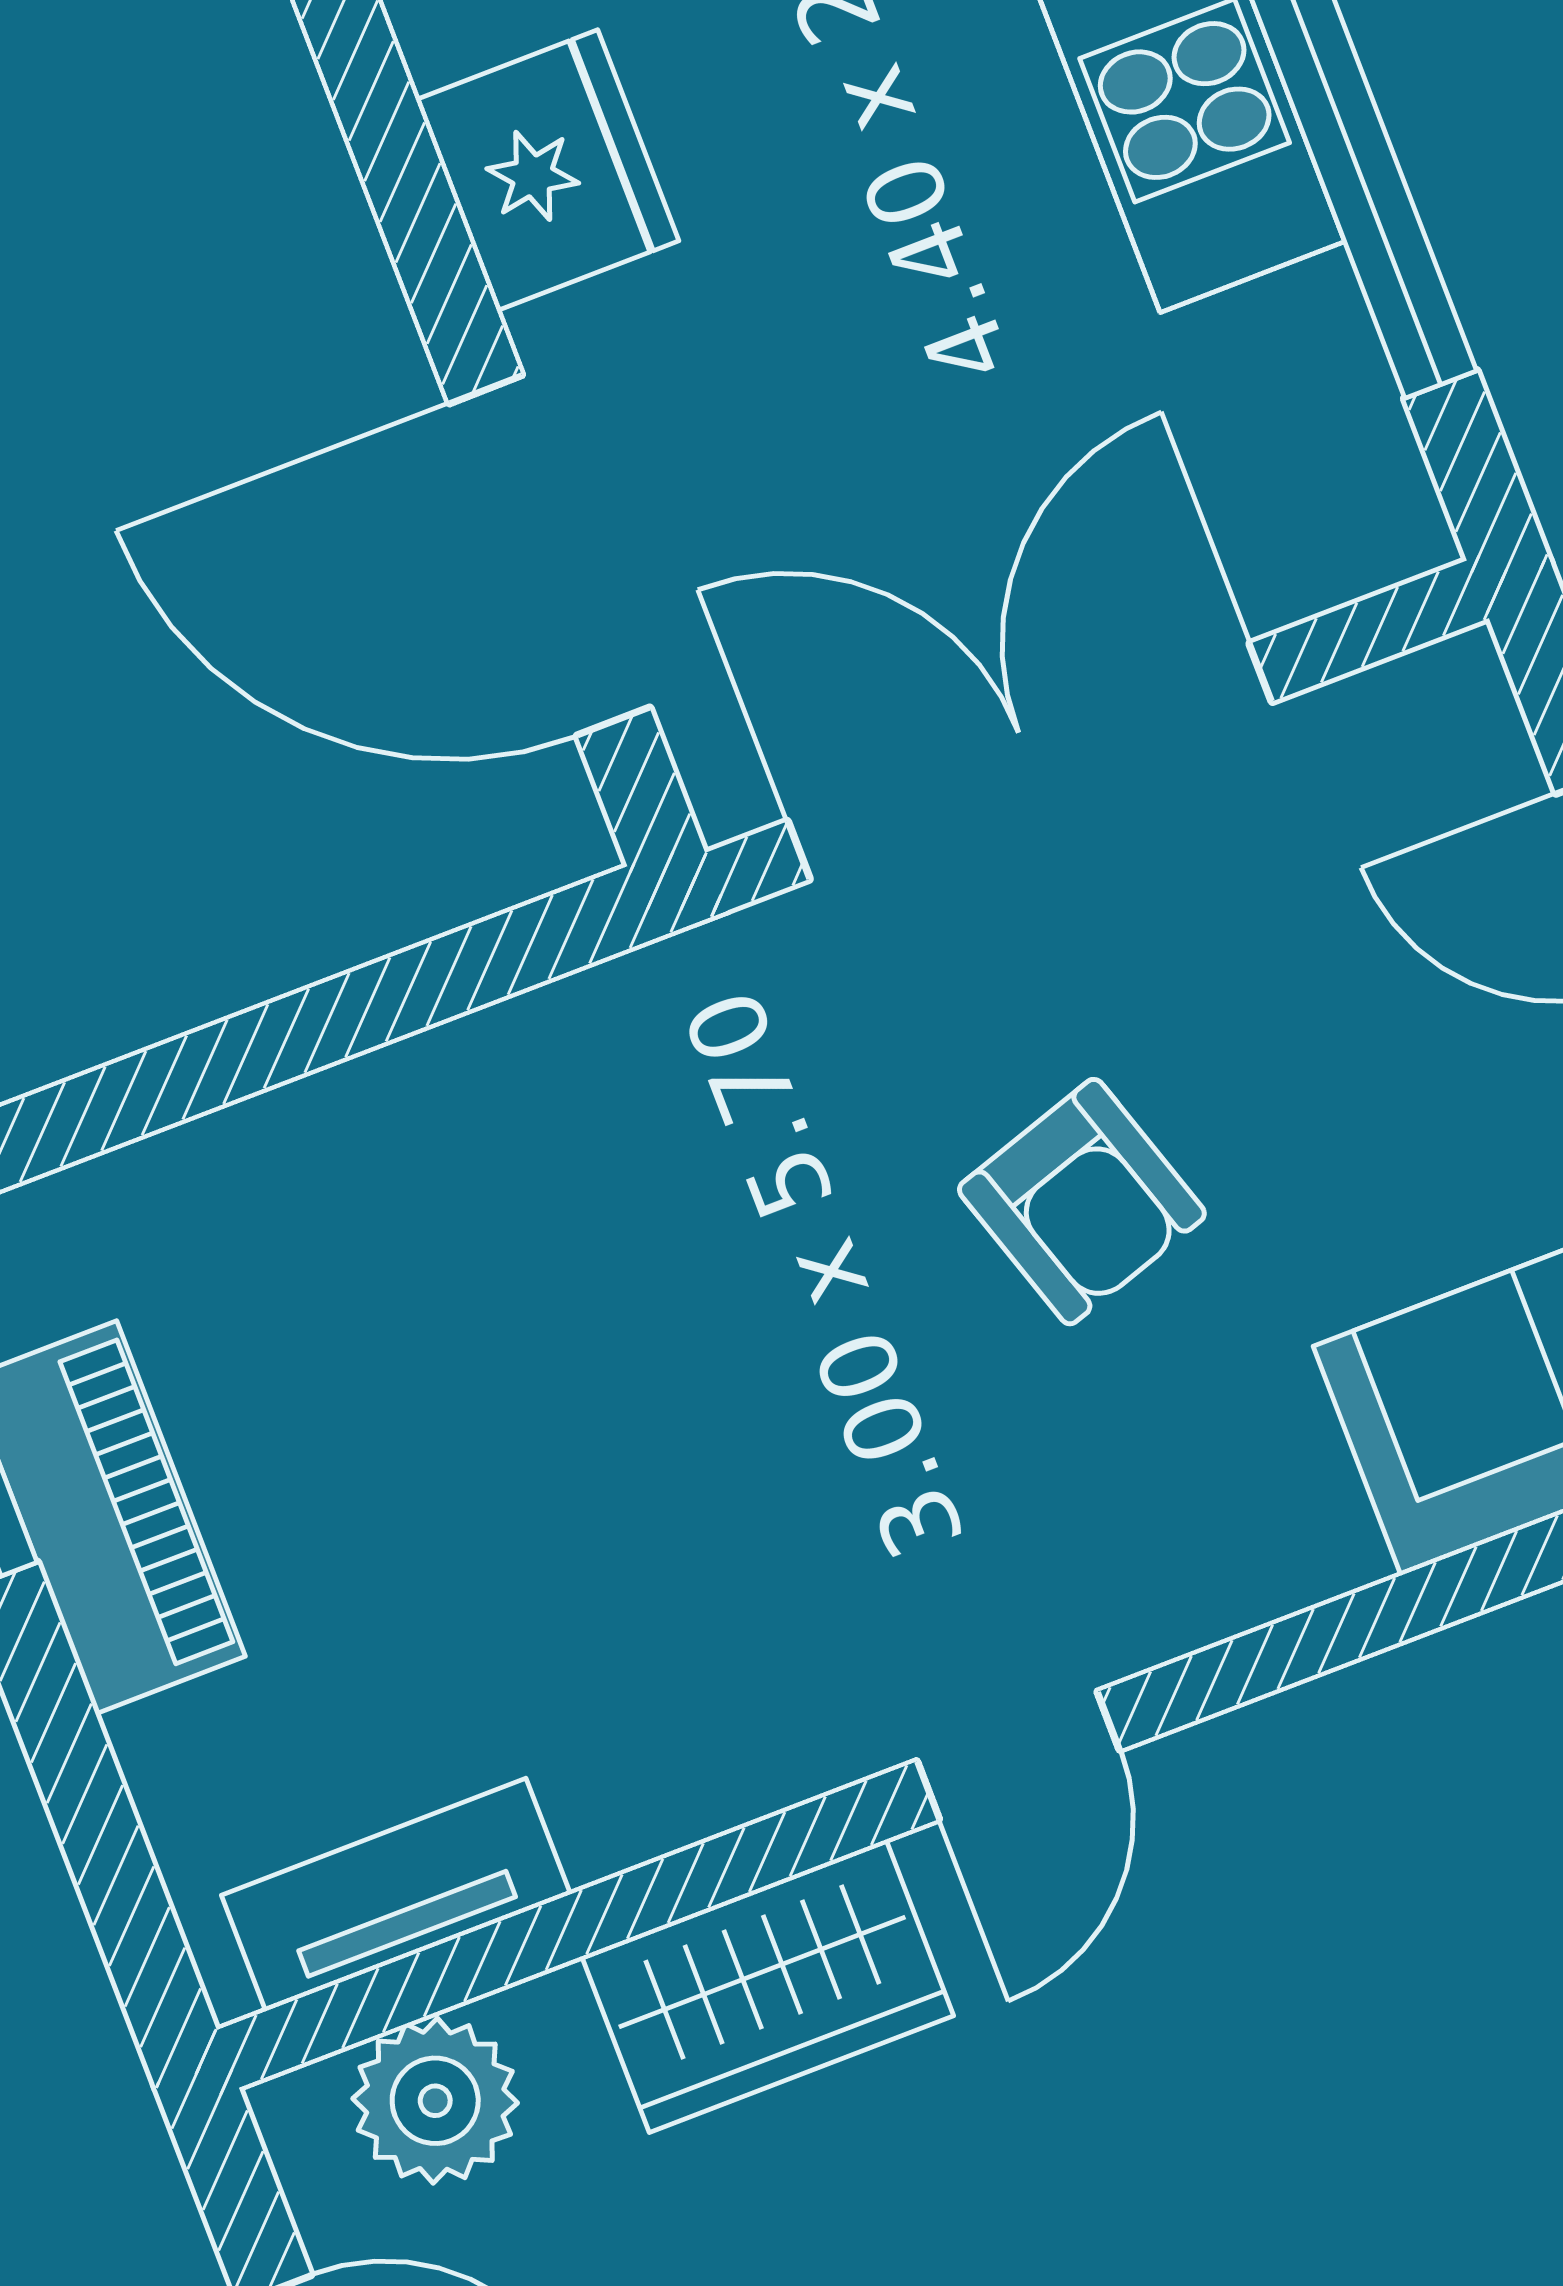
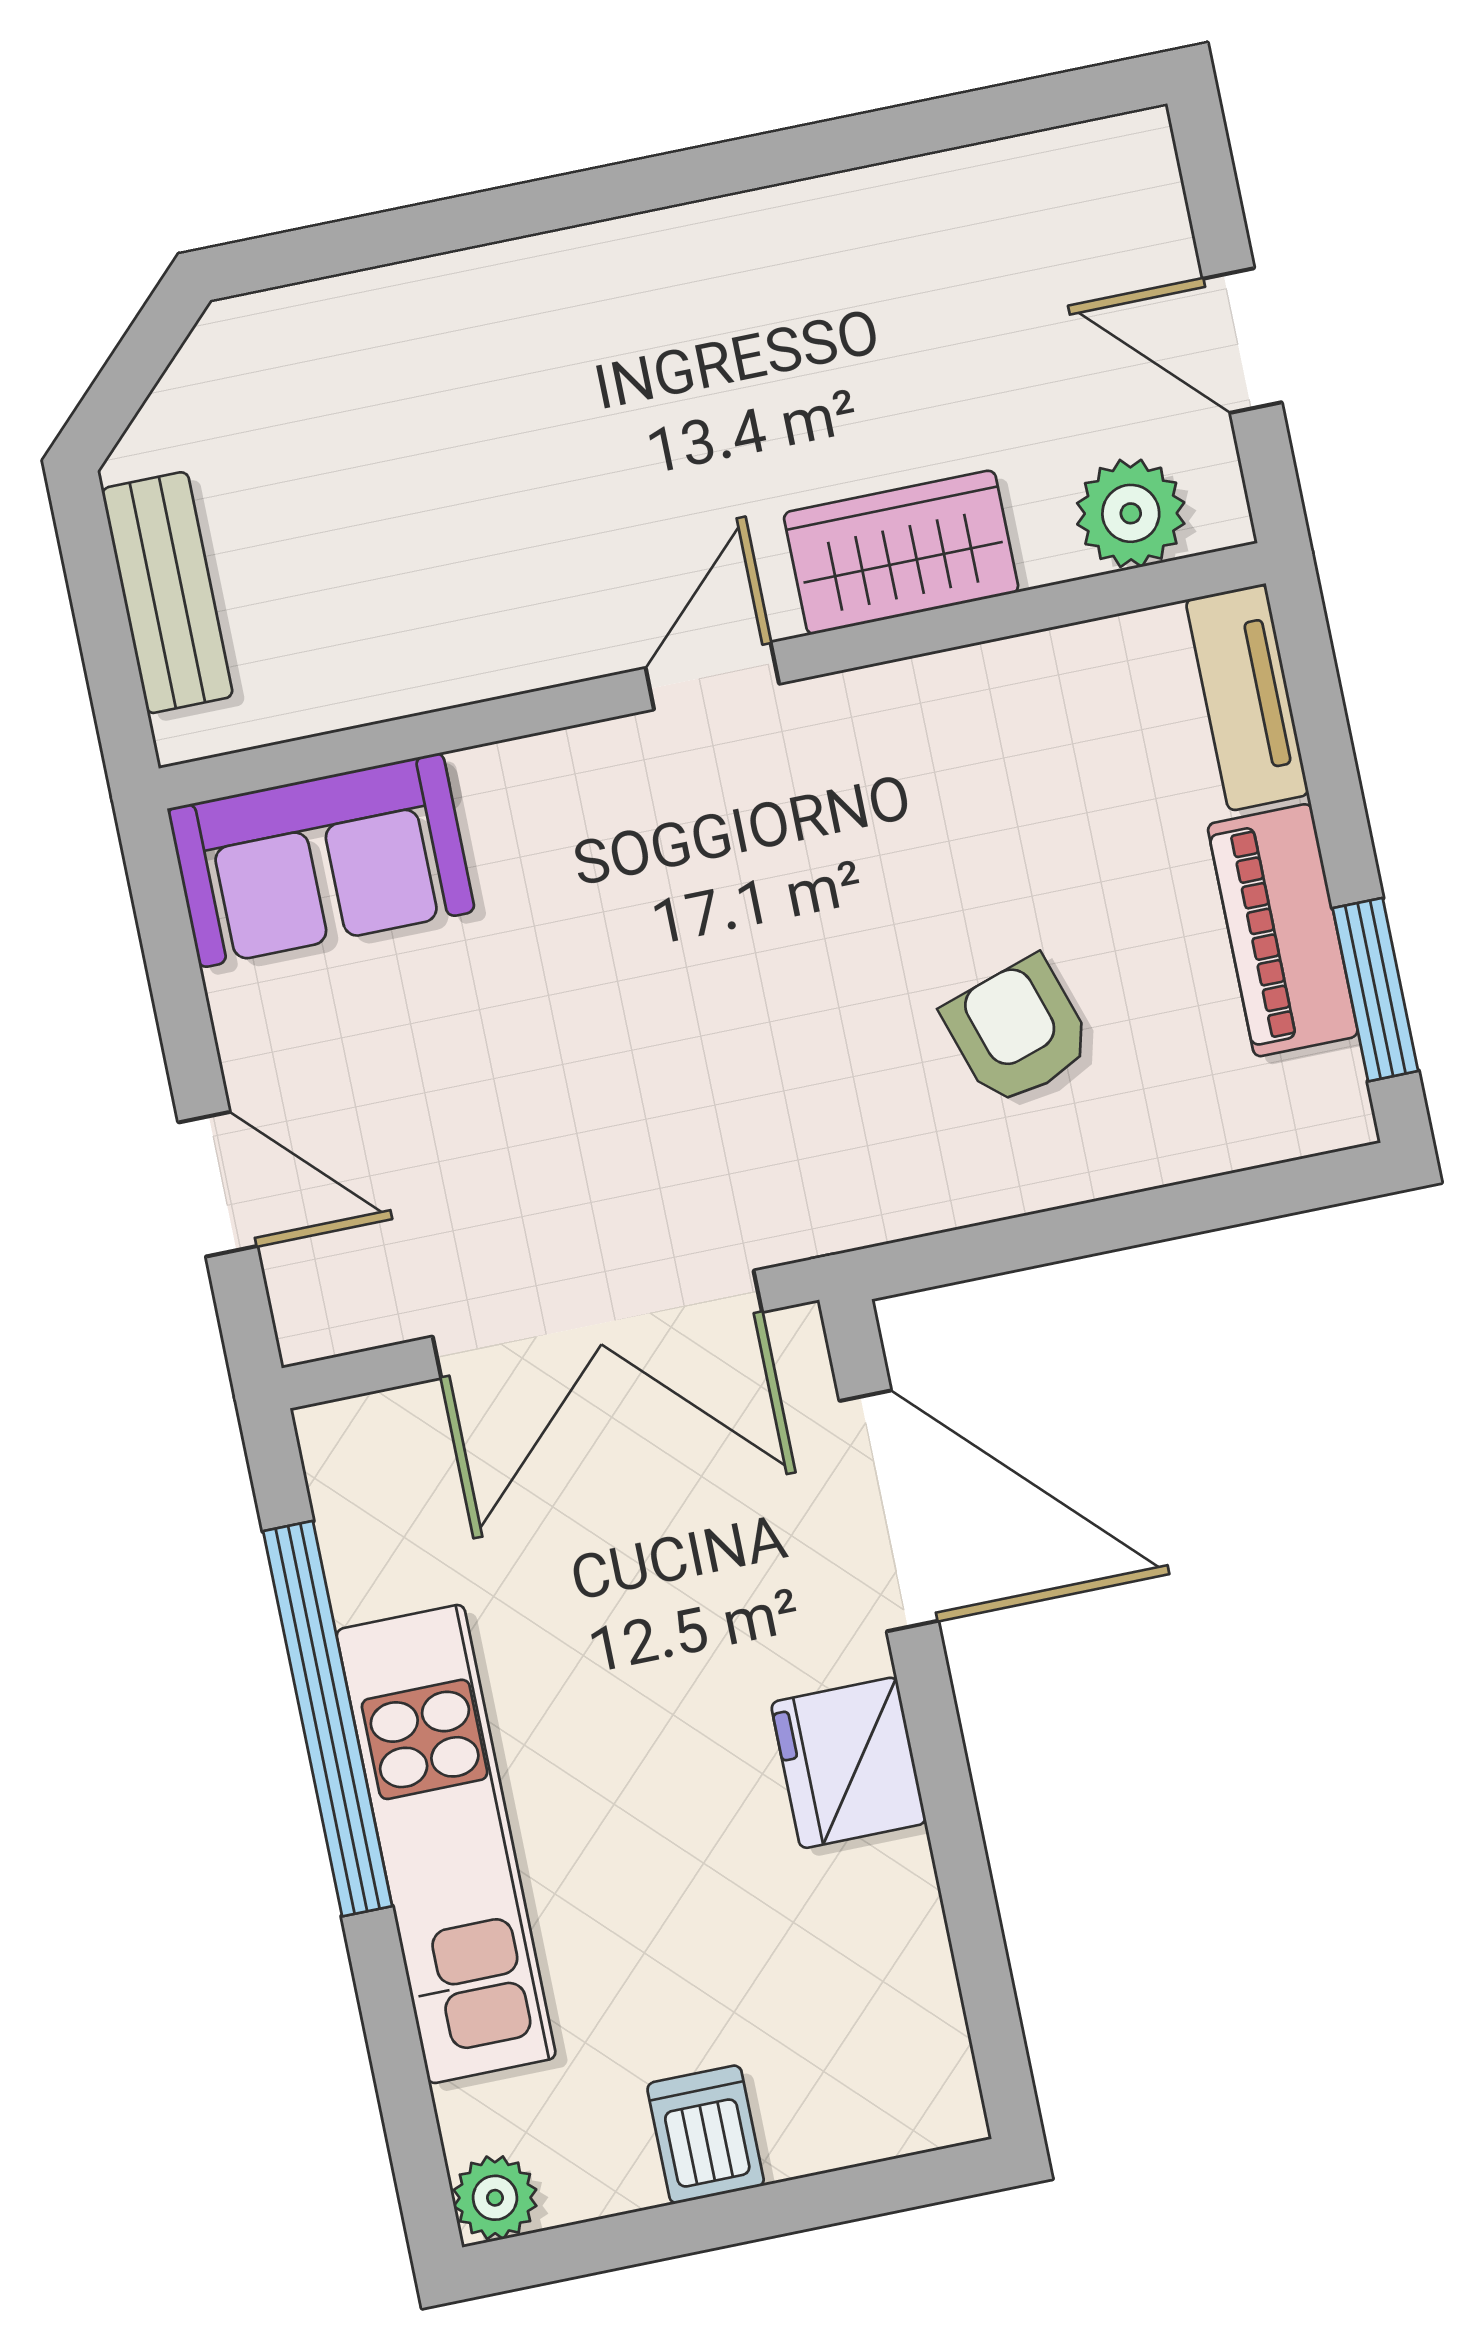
armchair: (1082, 1202) -> (1018, 1031), moved
tv unit: (396, 1895) -> (1247, 697), moved, turned 90

